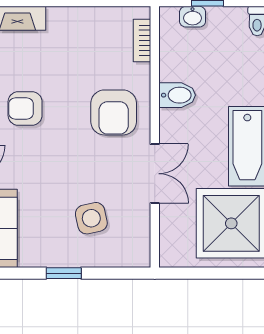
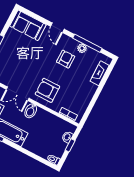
bidet: (177, 95) -> (31, 111), moved
side table: (91, 218) -> (13, 62), removed

